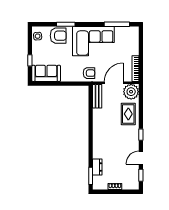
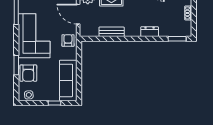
armchair: (58, 36) -> (28, 73), turned 180
sofa: (46, 73) -> (68, 80), width x1.36
bench: (97, 96) -> (112, 32), moved
dresser: (97, 167) -> (150, 32), moved

